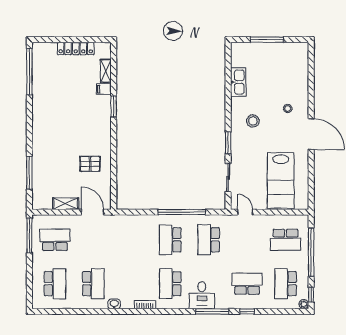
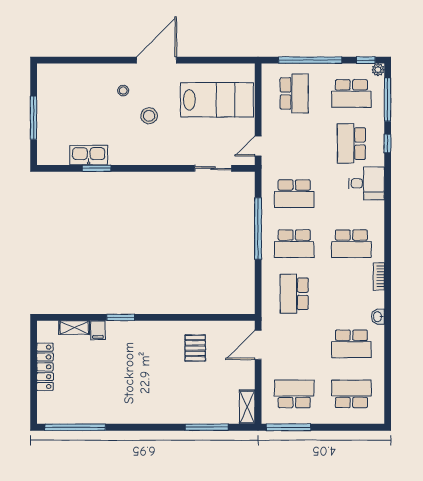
stool: (253, 121) -> (149, 116), moved
window: (228, 143) -> (97, 168), moved
shelving: (66, 204) -> (247, 407), moved
school desk: (55, 240) -> (294, 394), turned 90
school desk: (132, 240) -> (294, 294), added
school desk: (93, 284) -> (351, 344), turned 180
desk: (202, 295) -> (366, 183), moved
window: (212, 311) -> (388, 100), moved

